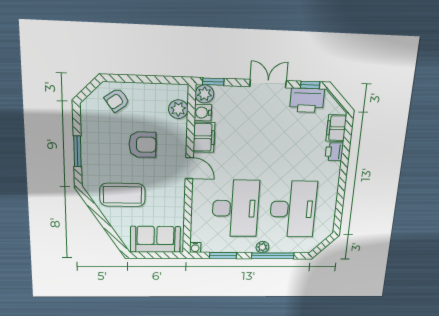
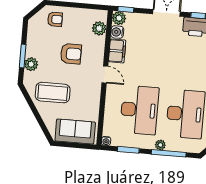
armchair: (117, 100) -> (55, 19), turned -145
plant: (90, 161) -> (31, 64), added

